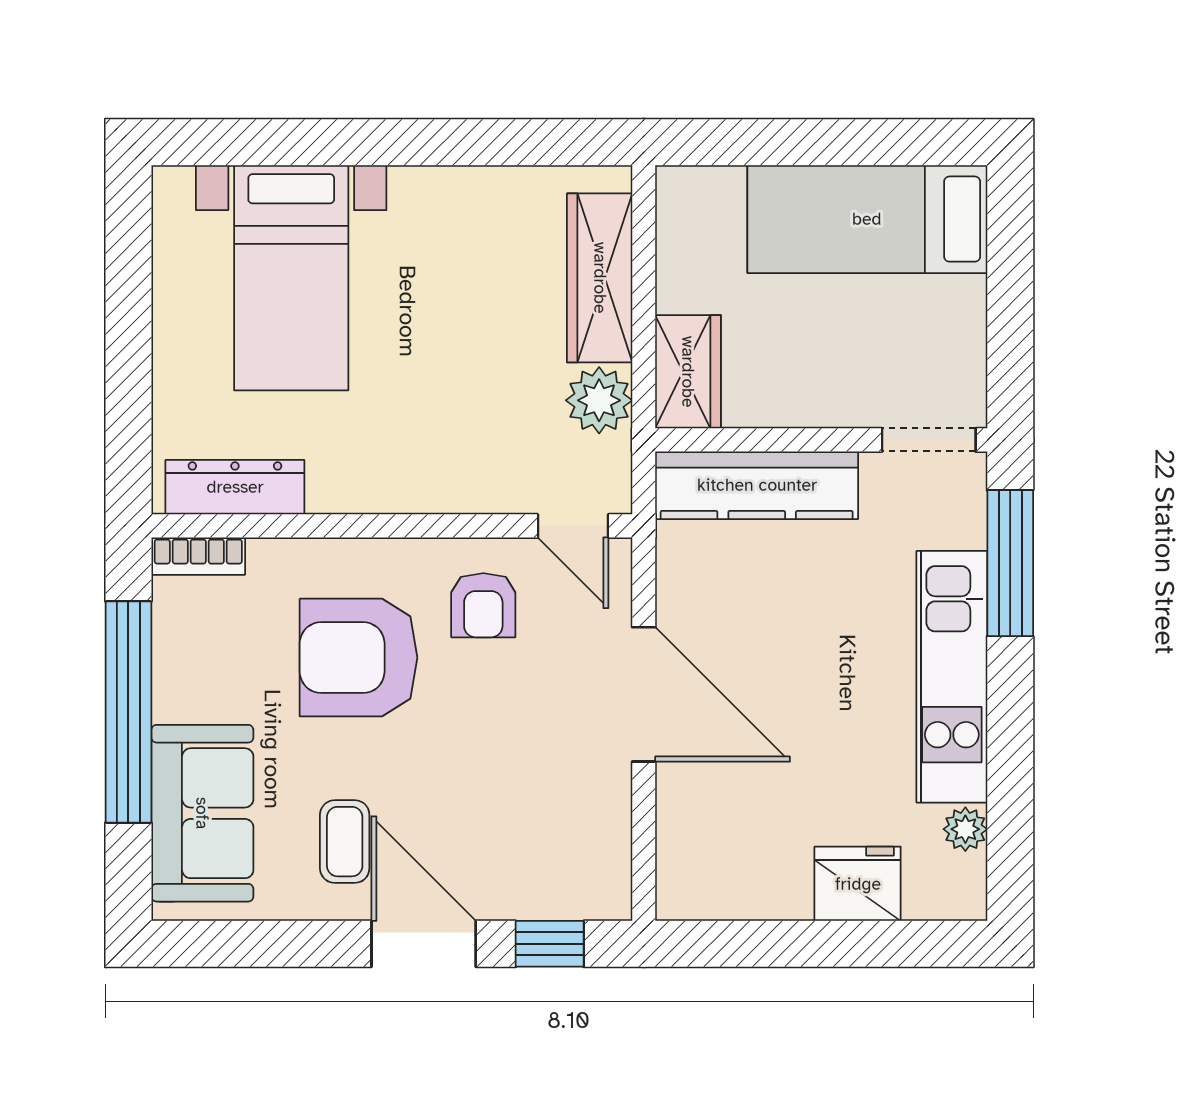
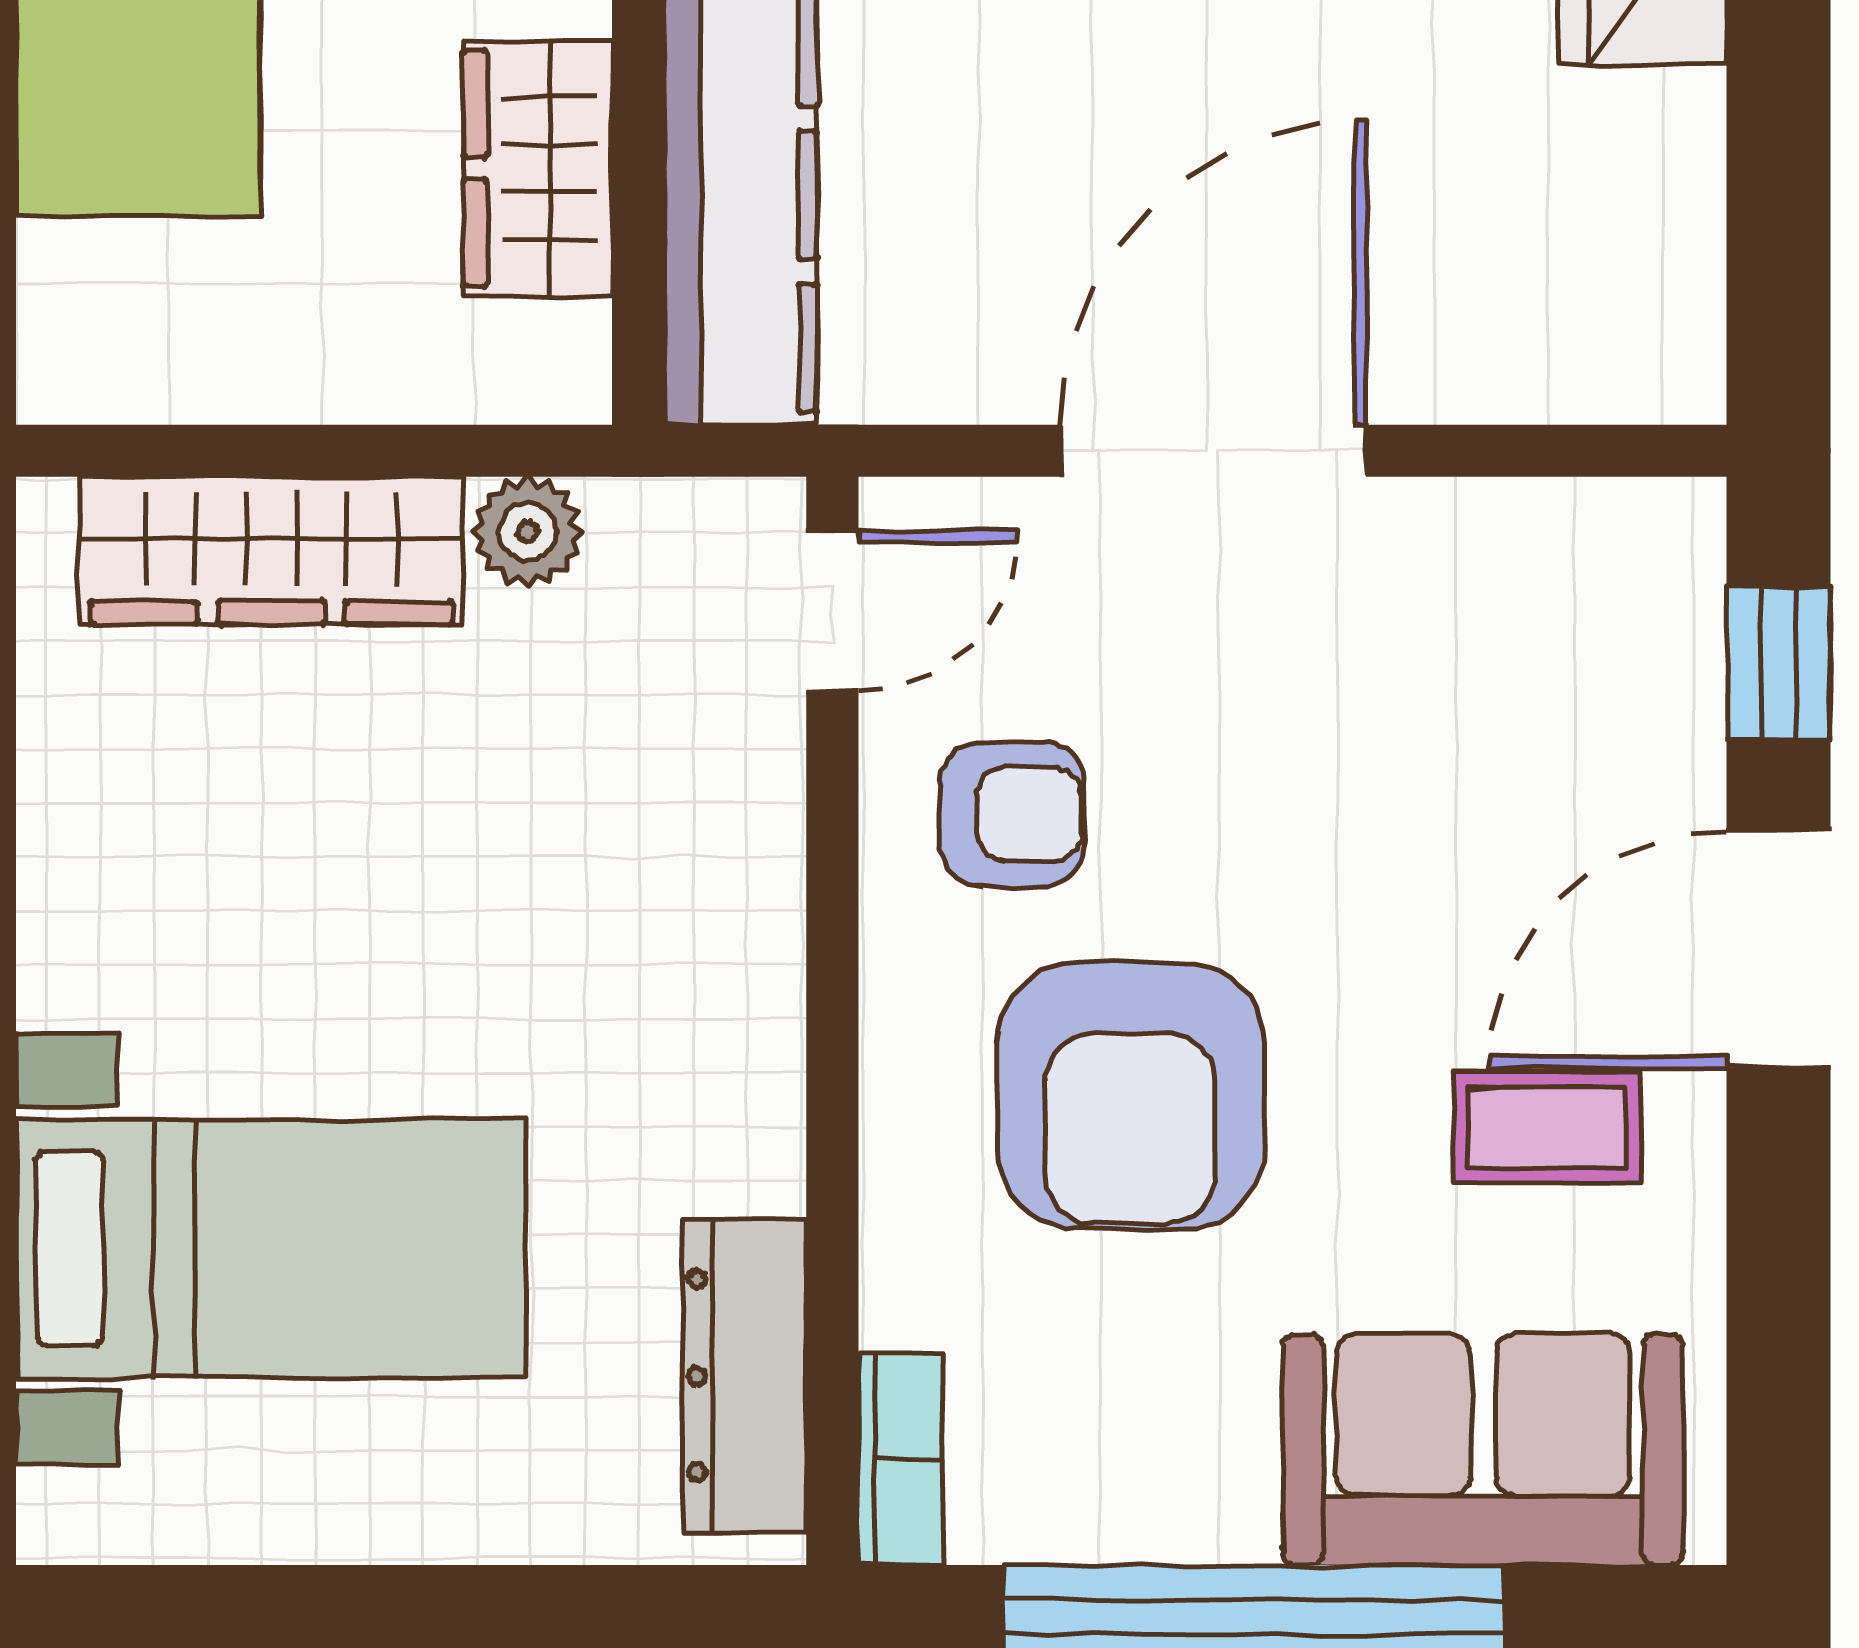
wardrobe: (688, 372) -> (538, 168), moved, turned -90
plant: (599, 400) -> (528, 531), width x0.73, depth x0.73

